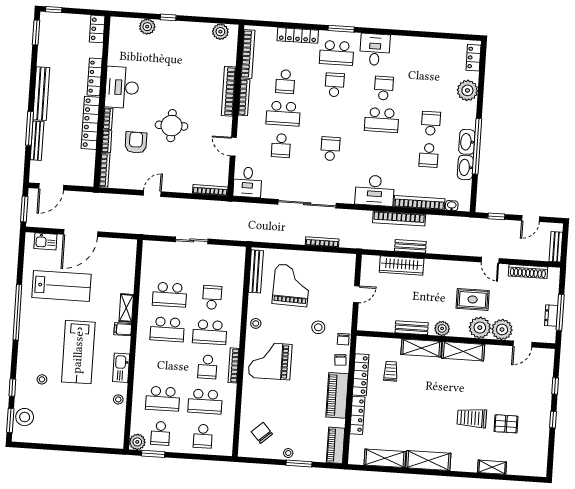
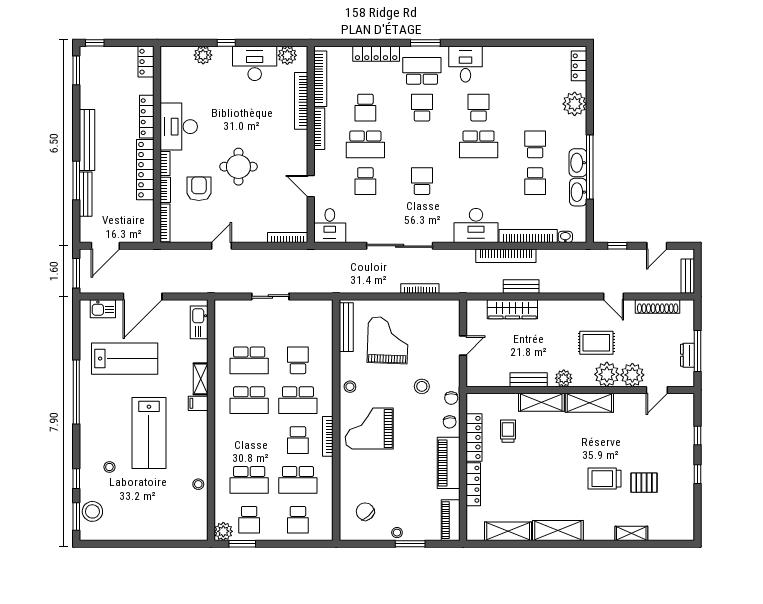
desk: (192, 37) -> (255, 63), added
school desk: (337, 53) -> (422, 71), turned 180
bookcase: (229, 91) -> (301, 101), moved
kitchen sink: (121, 368) -> (199, 322), moved

